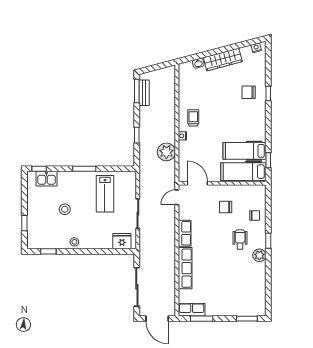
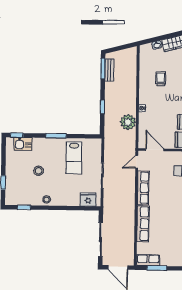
trolley: (193, 118) -> (161, 79), moved
row of seats: (185, 233) -> (143, 188), width x1.48

